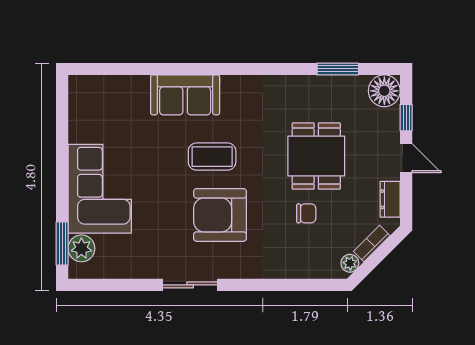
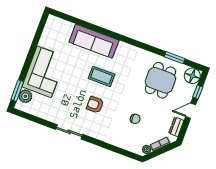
sofa: (185, 95) -> (94, 41), width x1.36
dining table: (316, 156) -> (160, 80), moved
door: (406, 158) -> (191, 111), swing flipped
armchair: (220, 215) -> (95, 105), width x0.53, depth x0.53

